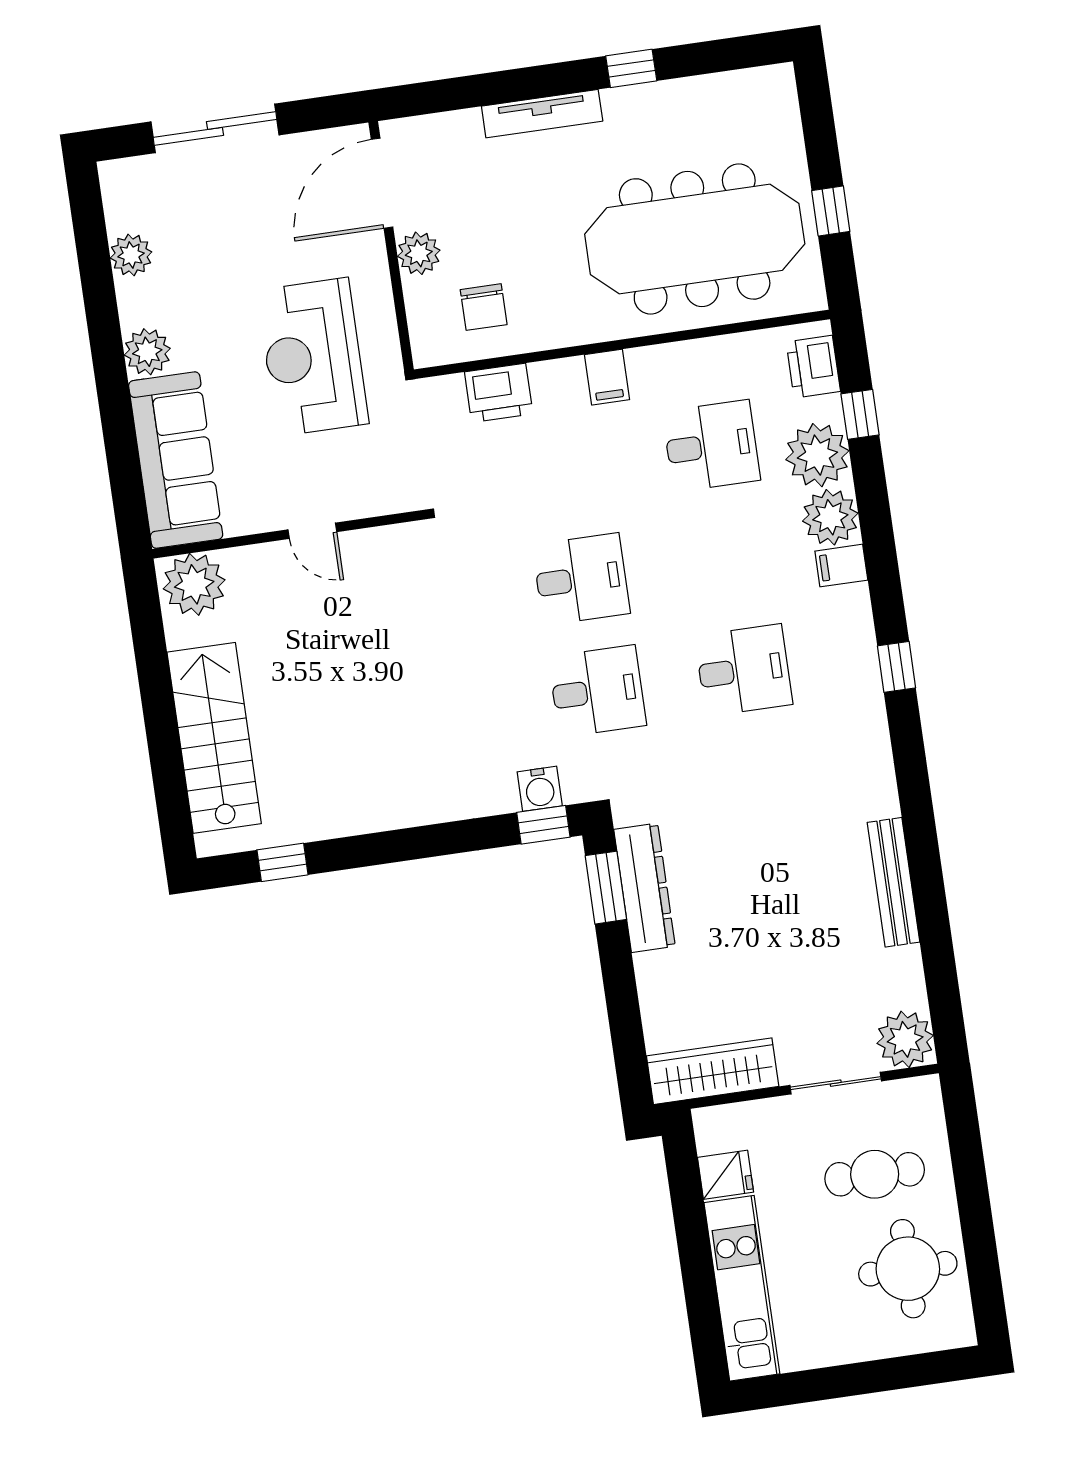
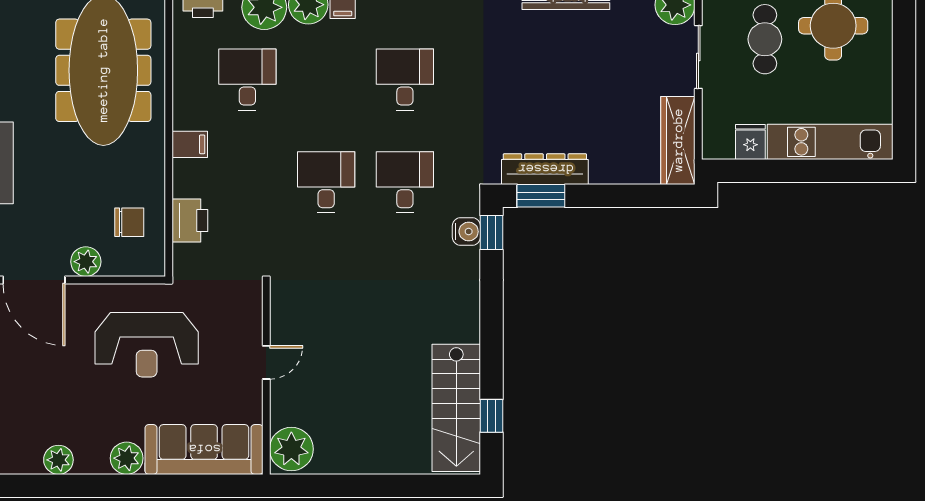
stairs: (214, 738) -> (456, 408), moved, turned -90

